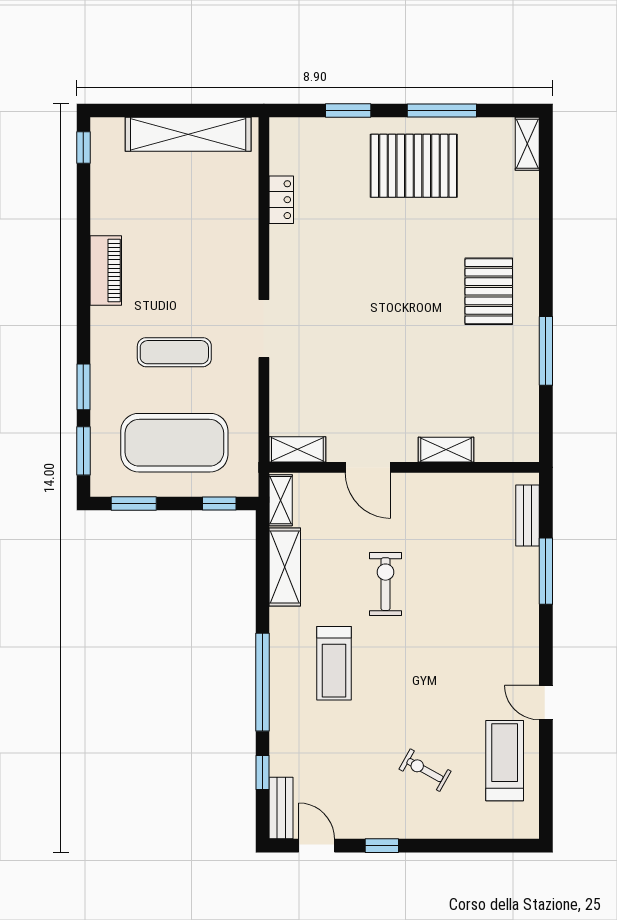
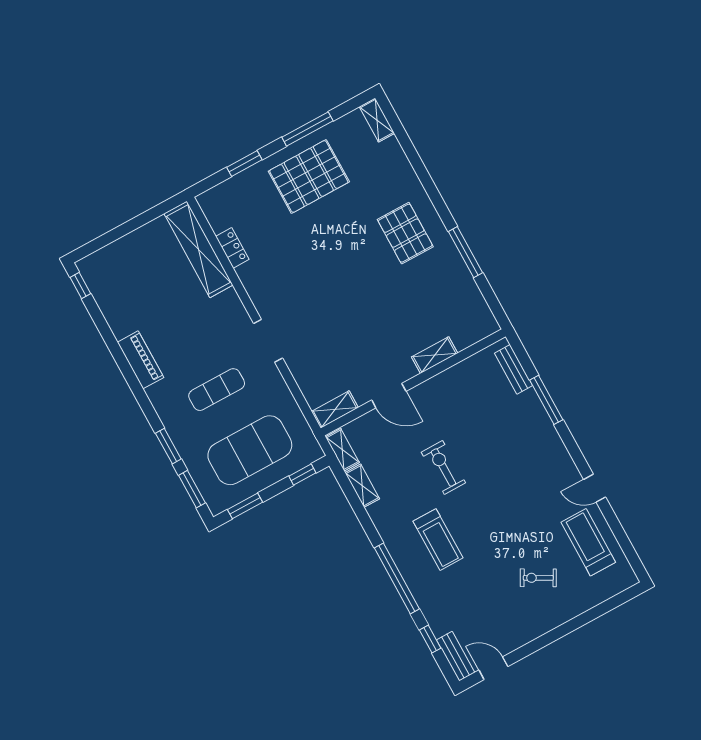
shelving: (188, 134) -> (198, 249), moved, turned 90
shelving: (285, 567) -> (362, 486), width x0.67, depth x0.75
window: (382, 846) -> (537, 644), removed

